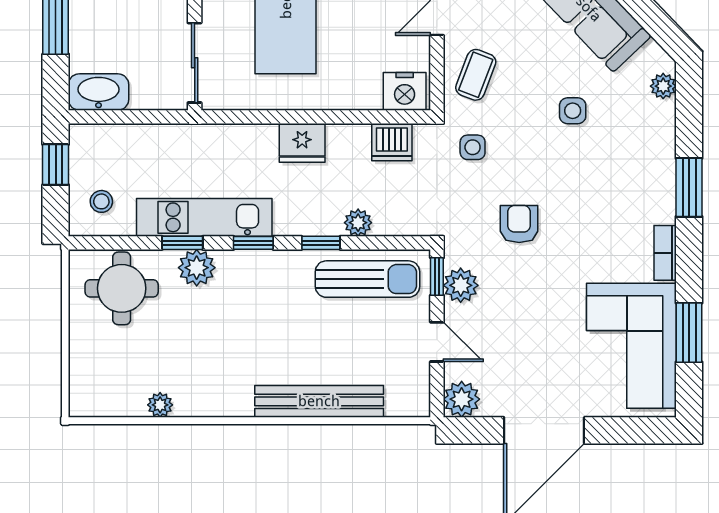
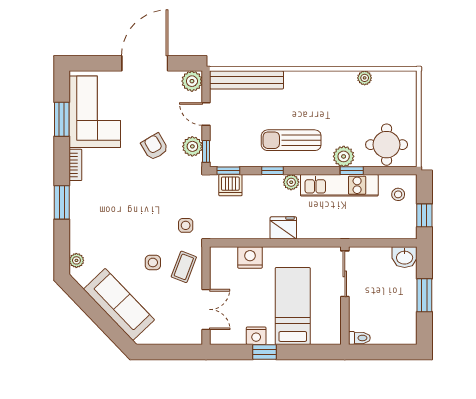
nightstand: (405, 91) -> (250, 257), moved
washbasin: (99, 92) -> (405, 257), width x0.72
side table: (573, 111) -> (153, 262), moved
dishwasher: (392, 142) -> (230, 185), moved, turned 180
plant: (358, 223) -> (291, 182), moved
armchair: (519, 224) -> (155, 147), moved, turned 150
window: (253, 243) -> (228, 171), moved
sun lounger: (367, 279) -> (291, 140), moved
bench: (319, 401) -> (247, 80), moved

